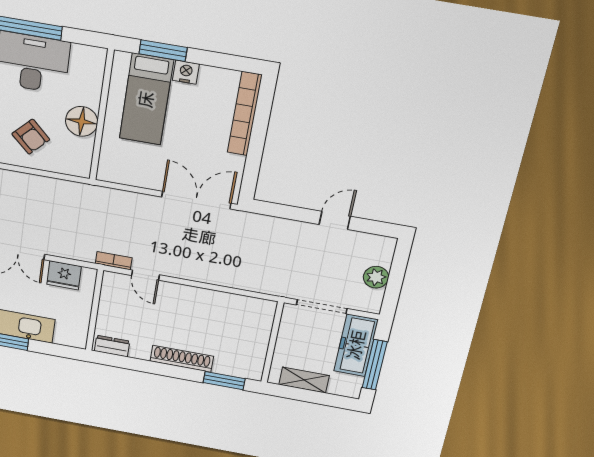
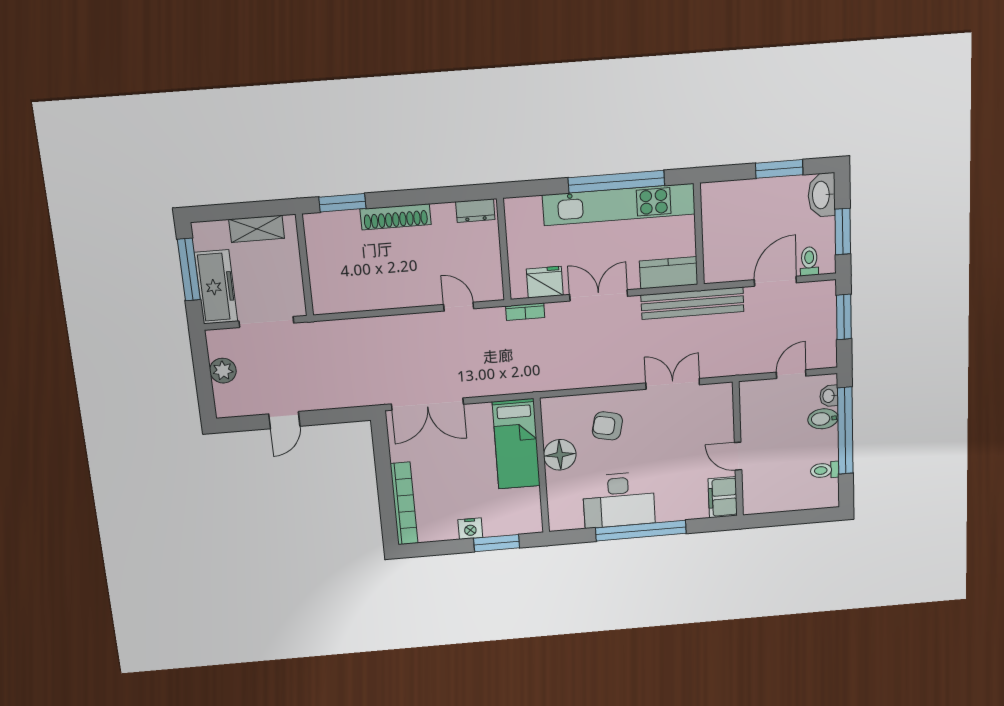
bed: (146, 99) -> (516, 444), moved, turned 180
armchair: (31, 137) -> (607, 426), turned -32
bookcase: (114, 261) -> (525, 312), moved

